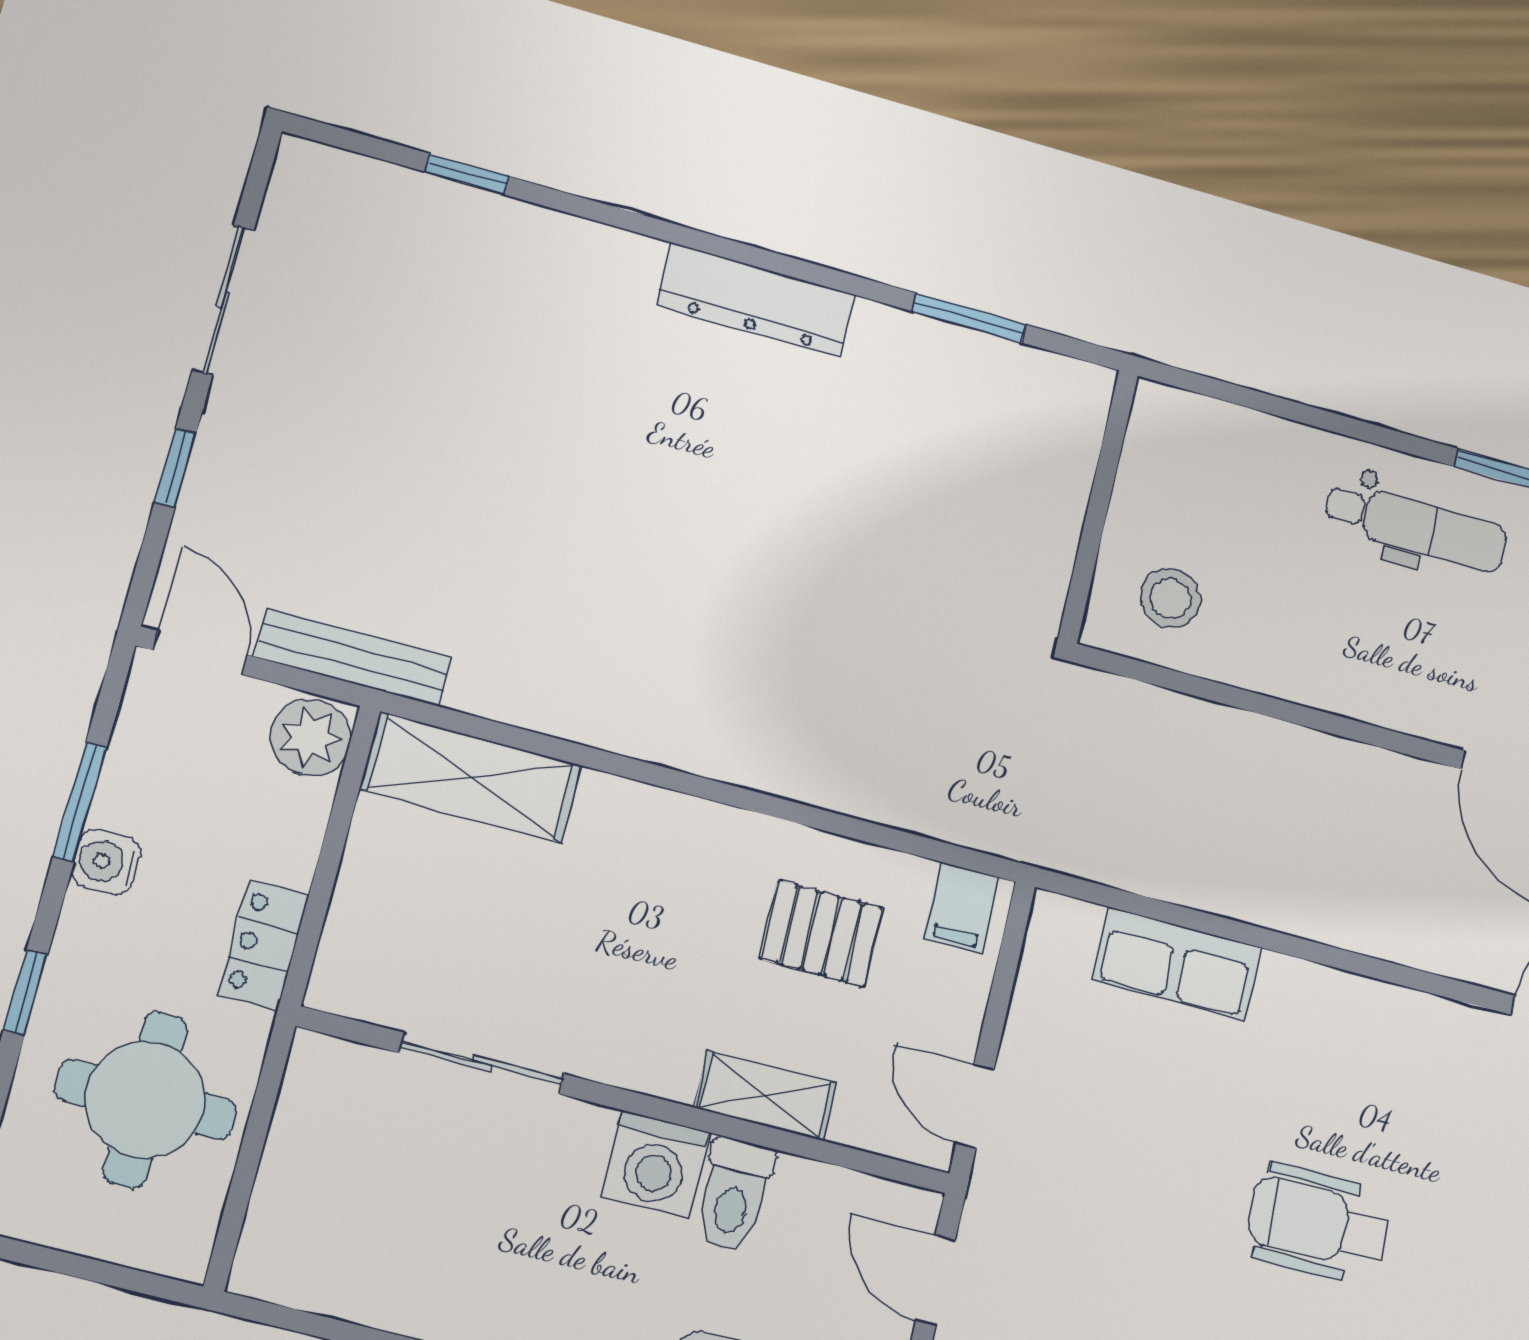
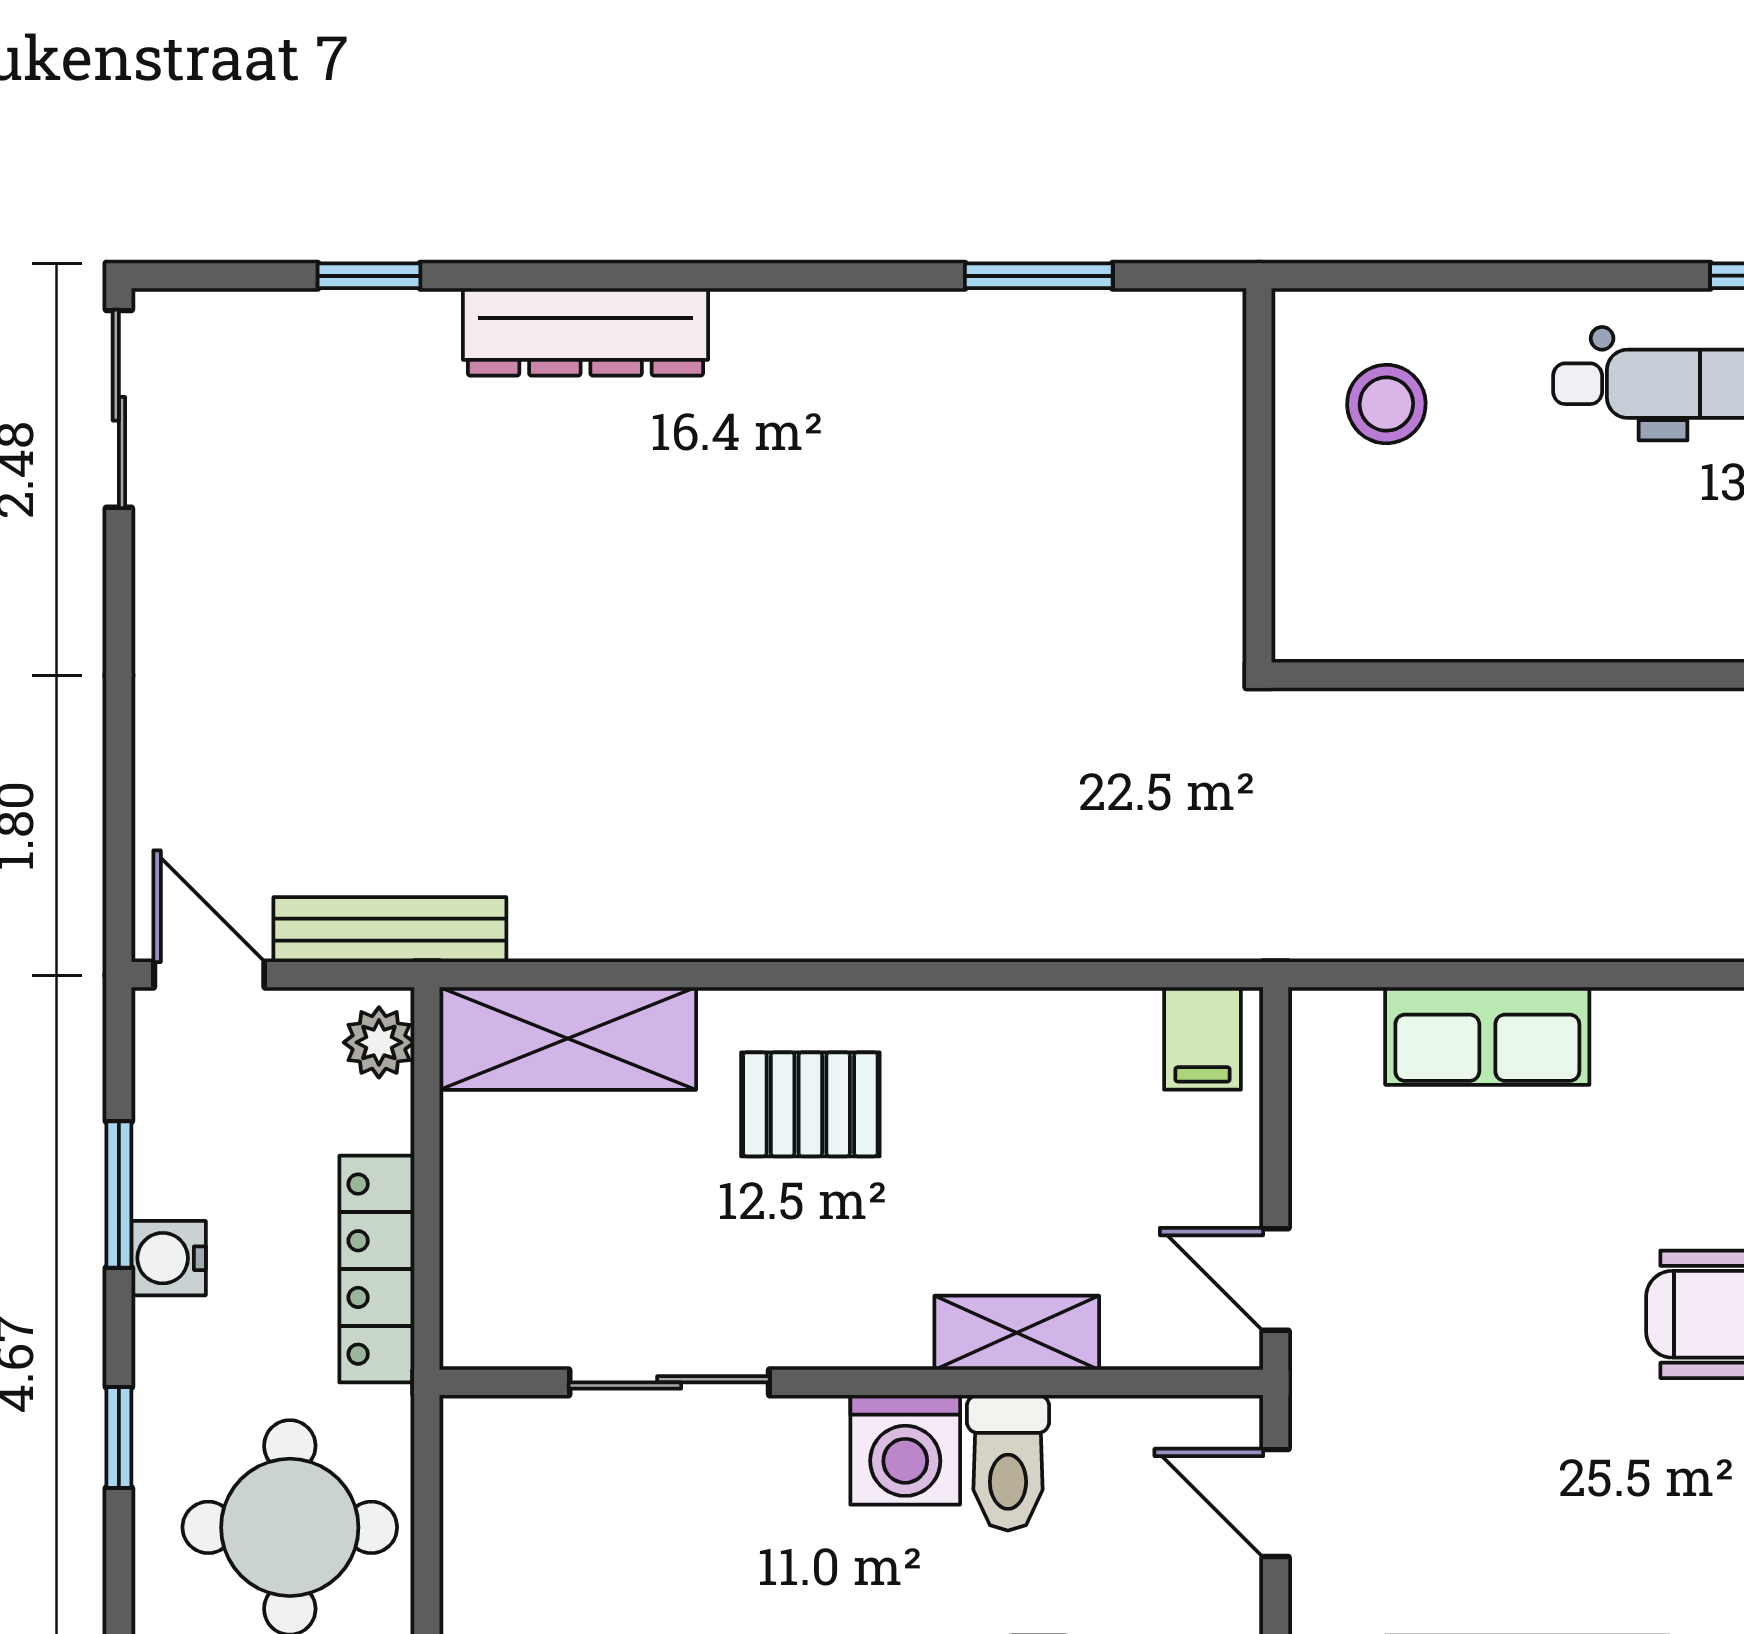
sliding door: (223, 300) -> (119, 409), moved
dresser: (756, 300) -> (585, 332), moved
window: (175, 467) -> (119, 754), removed
stool: (1171, 598) -> (1386, 404), moved
plant: (310, 737) -> (379, 1042), width x0.73, depth x0.73
pallet: (821, 933) -> (810, 1104), moved
locker: (263, 945) -> (377, 1269), width x1.53

